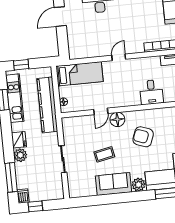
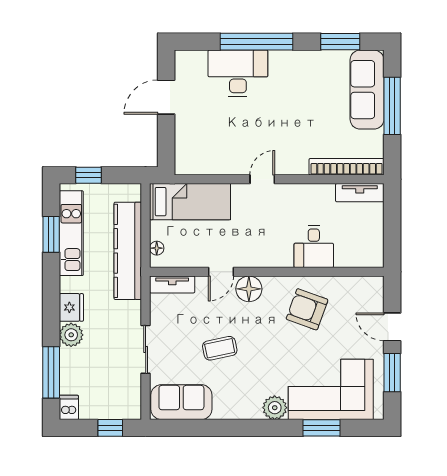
tv unit: (74, 121) -> (172, 284), added
armchair: (143, 137) -> (307, 309), moved
sofa: (114, 184) -> (181, 402), moved
window: (35, 206) -> (110, 428), moved

